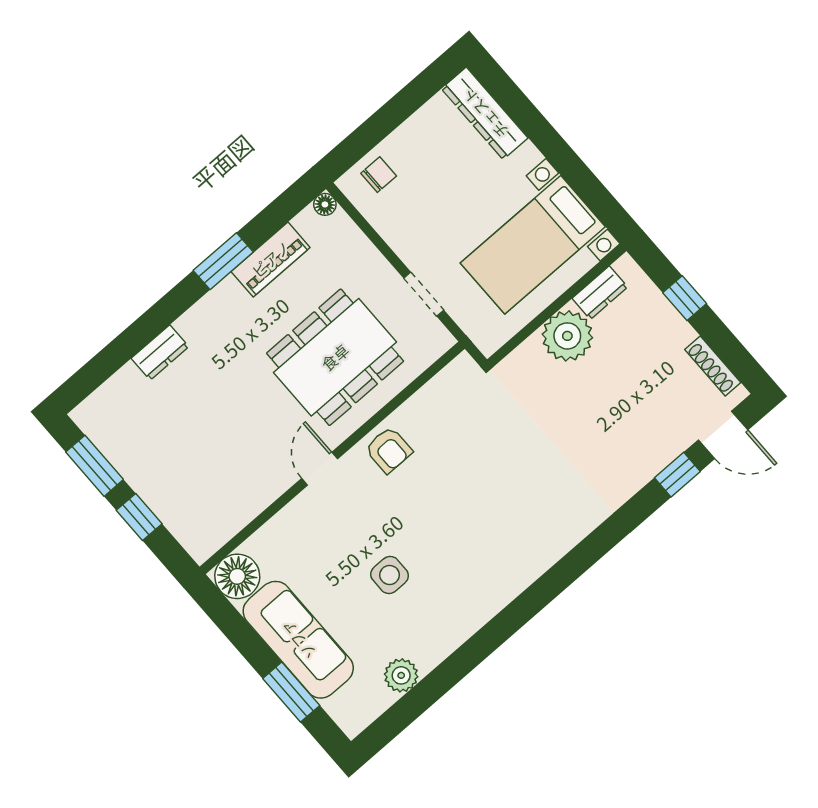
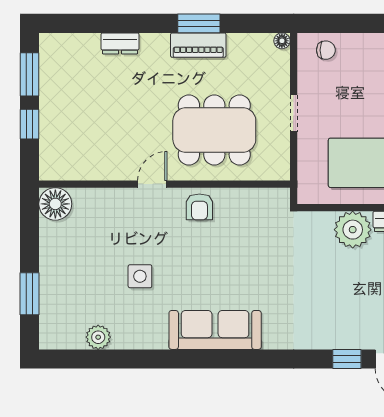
piano: (271, 259) -> (198, 45), moved
doorway: (424, 294) -> (294, 113), moved
sofa: (298, 640) -> (215, 330), moved, turned -90

